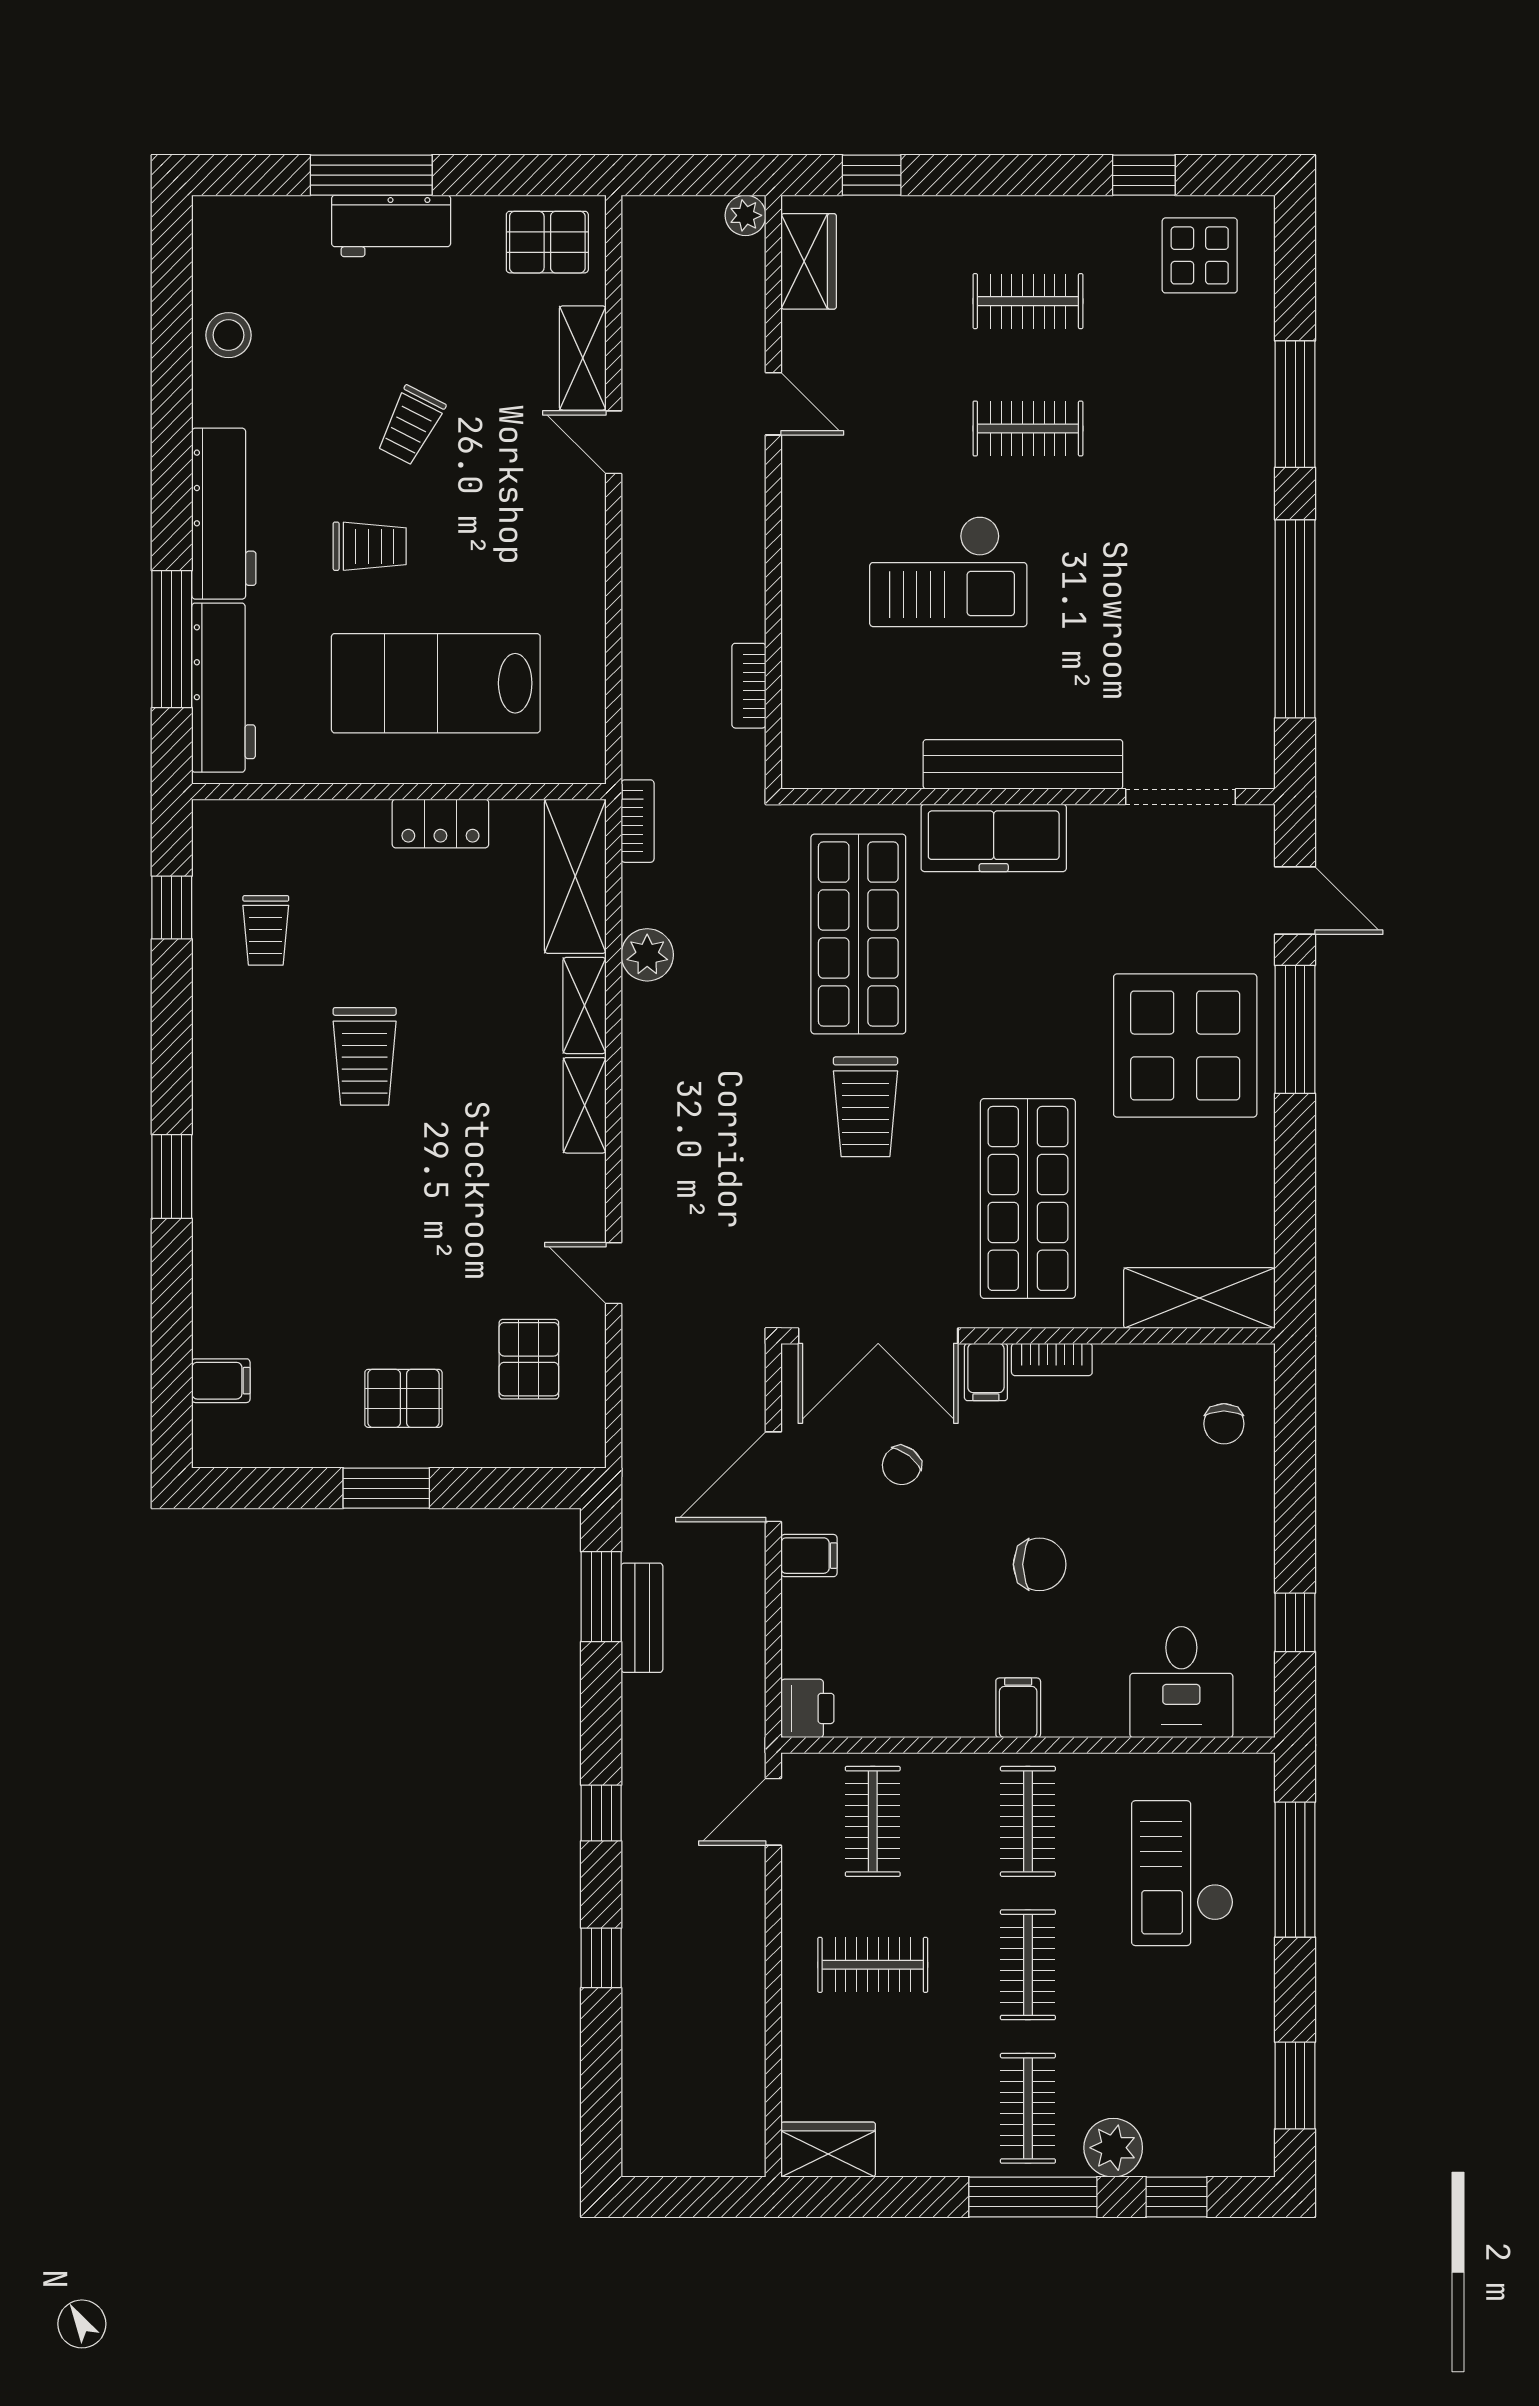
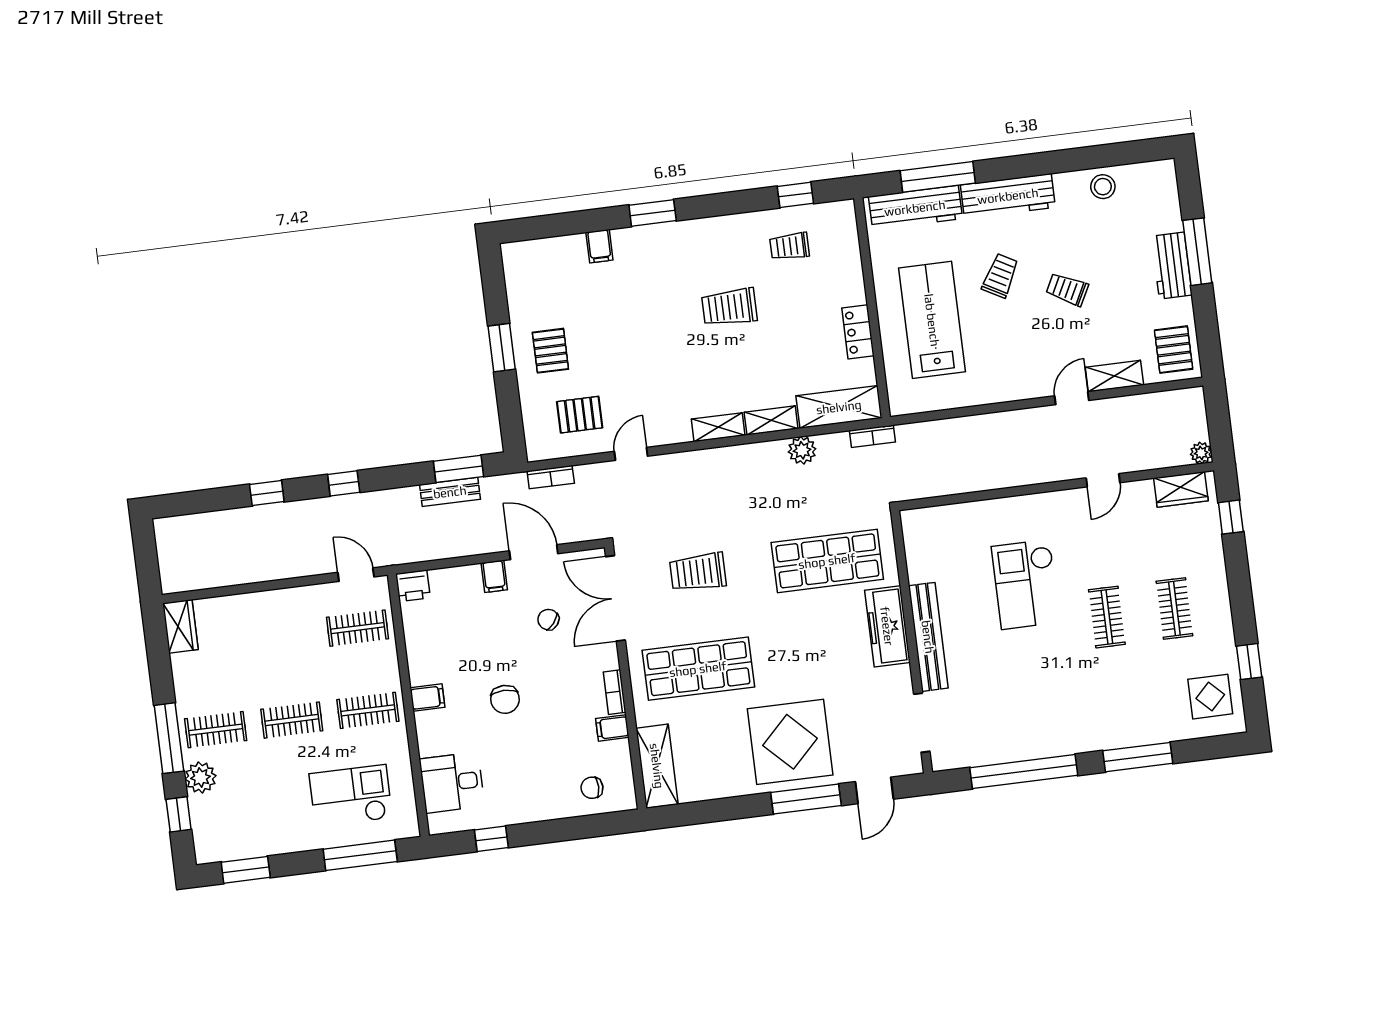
trolley: (370, 546) -> (1000, 276), turned -151
bookcase: (749, 686) -> (551, 477), moved, turned 180
trolley: (865, 1107) -> (698, 572), moved
filing cabinet: (986, 1372) -> (612, 728), moved
filing cabinet: (221, 1381) -> (599, 246), moved
clothes rail: (873, 1965) -> (281, 638), removed

